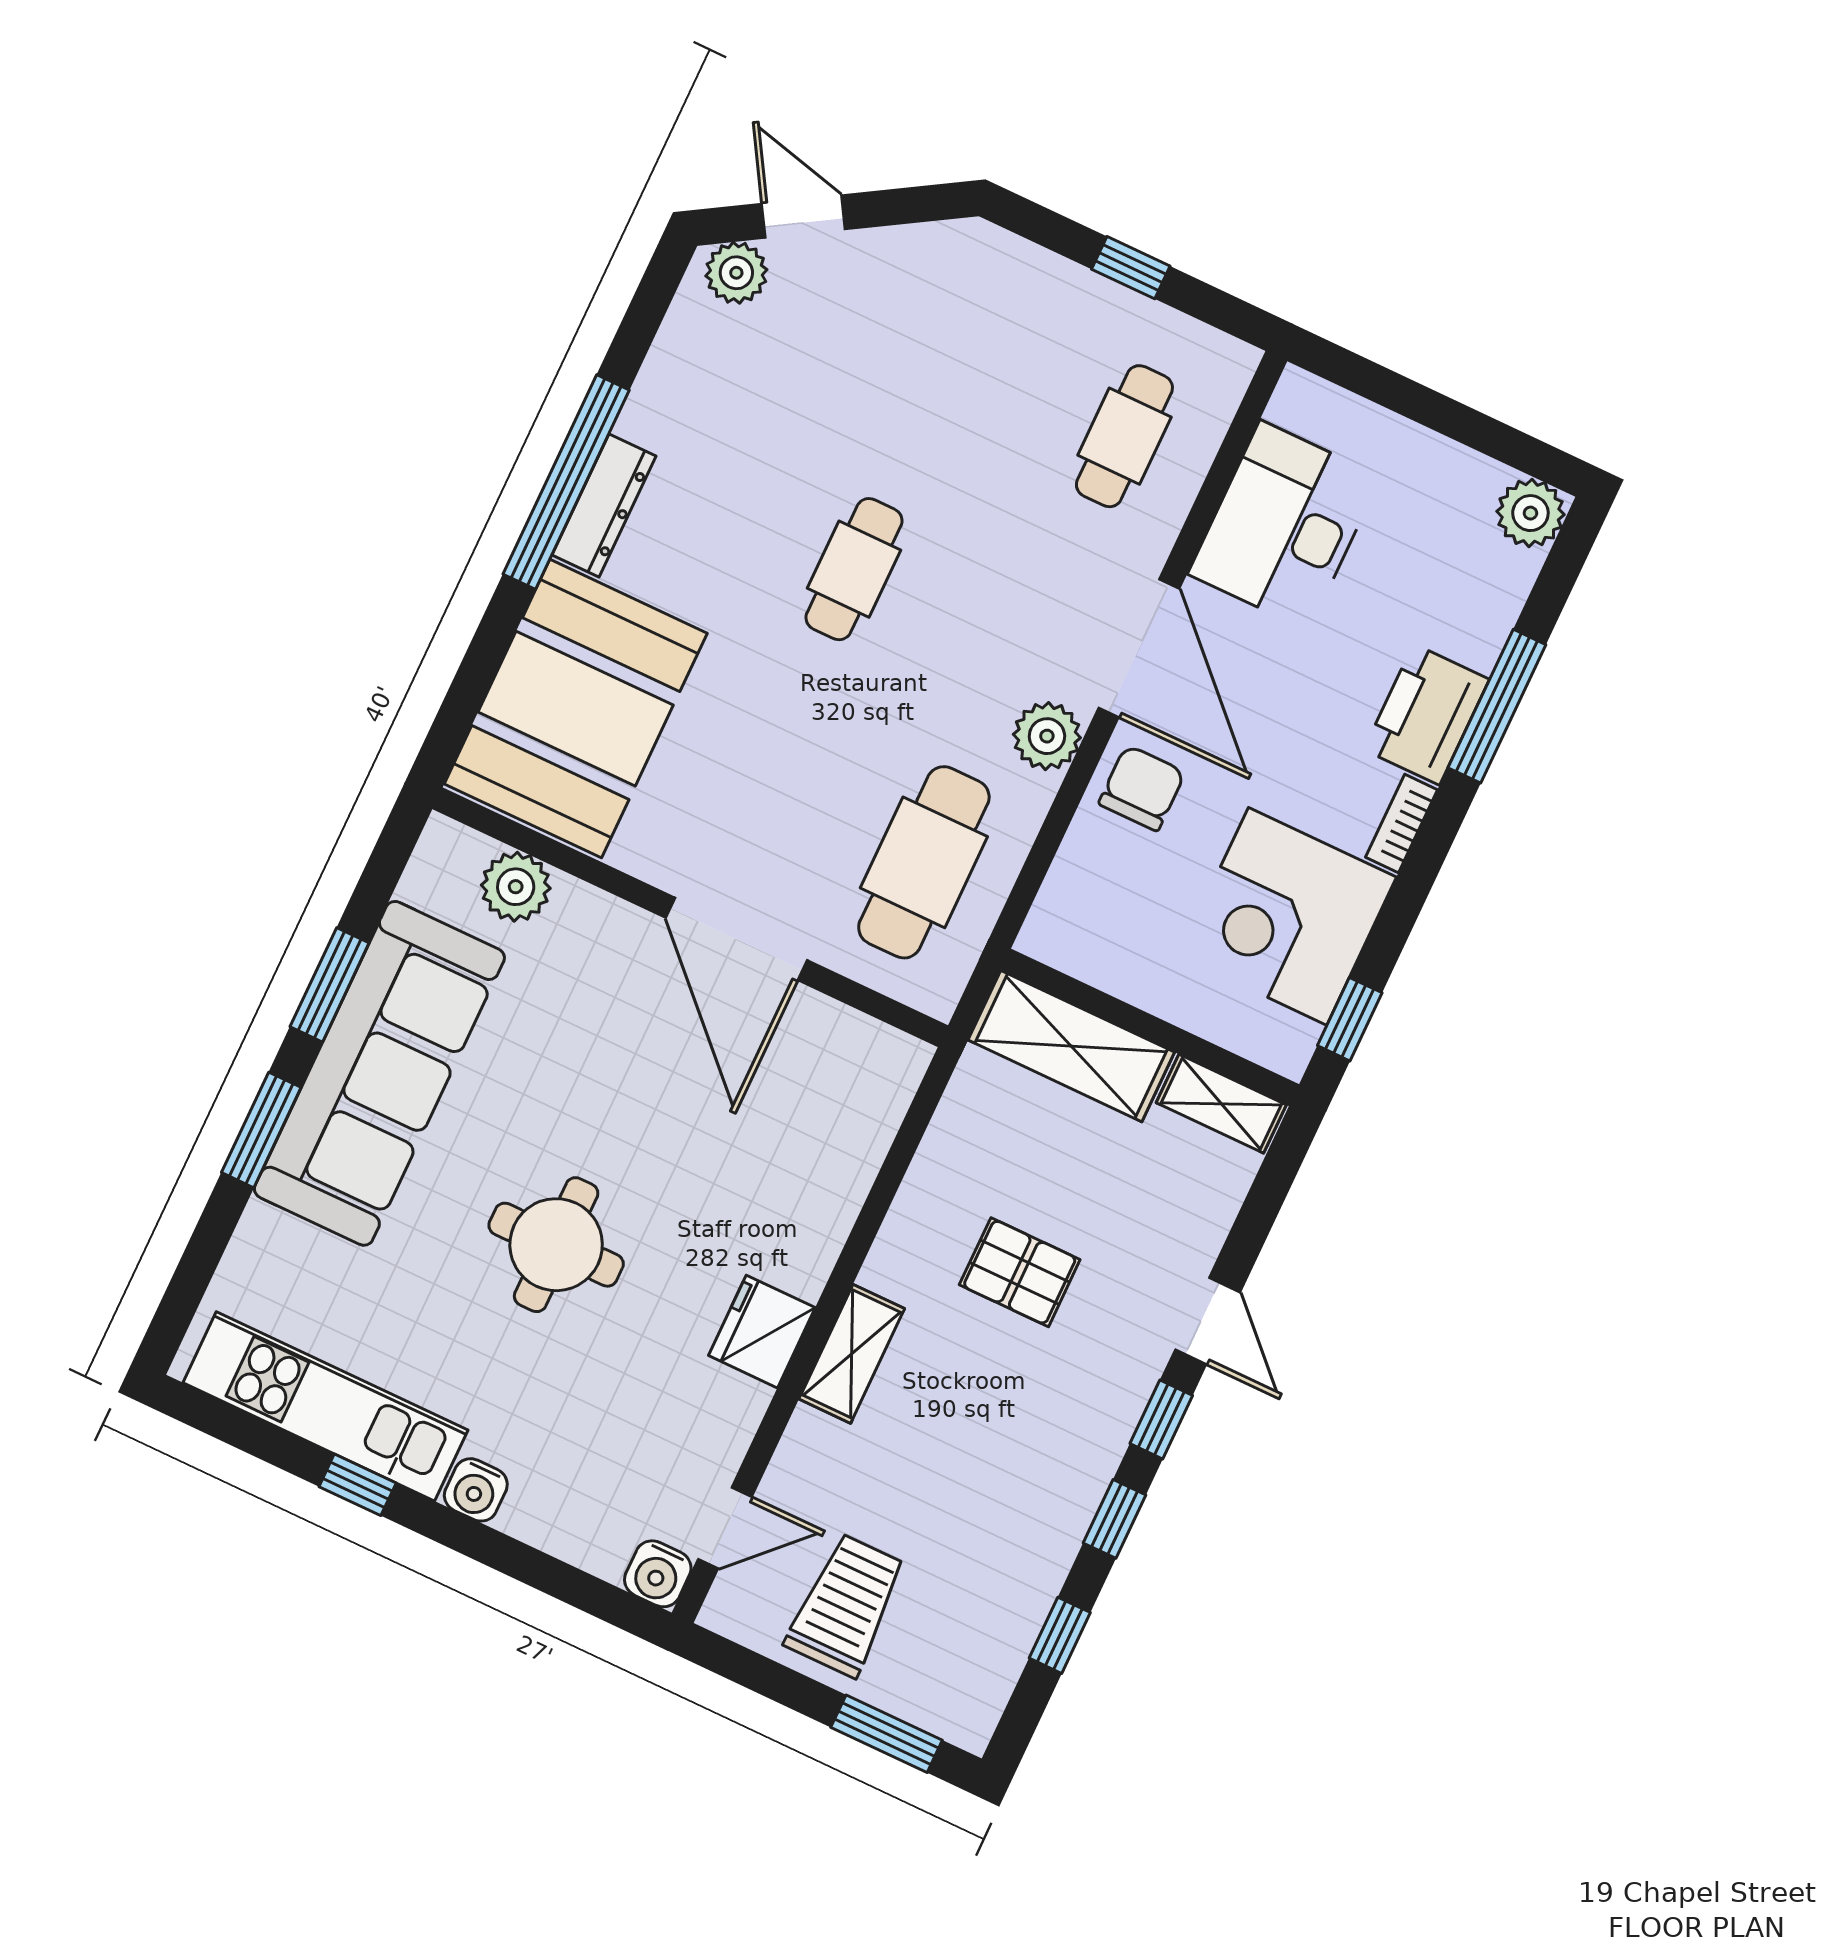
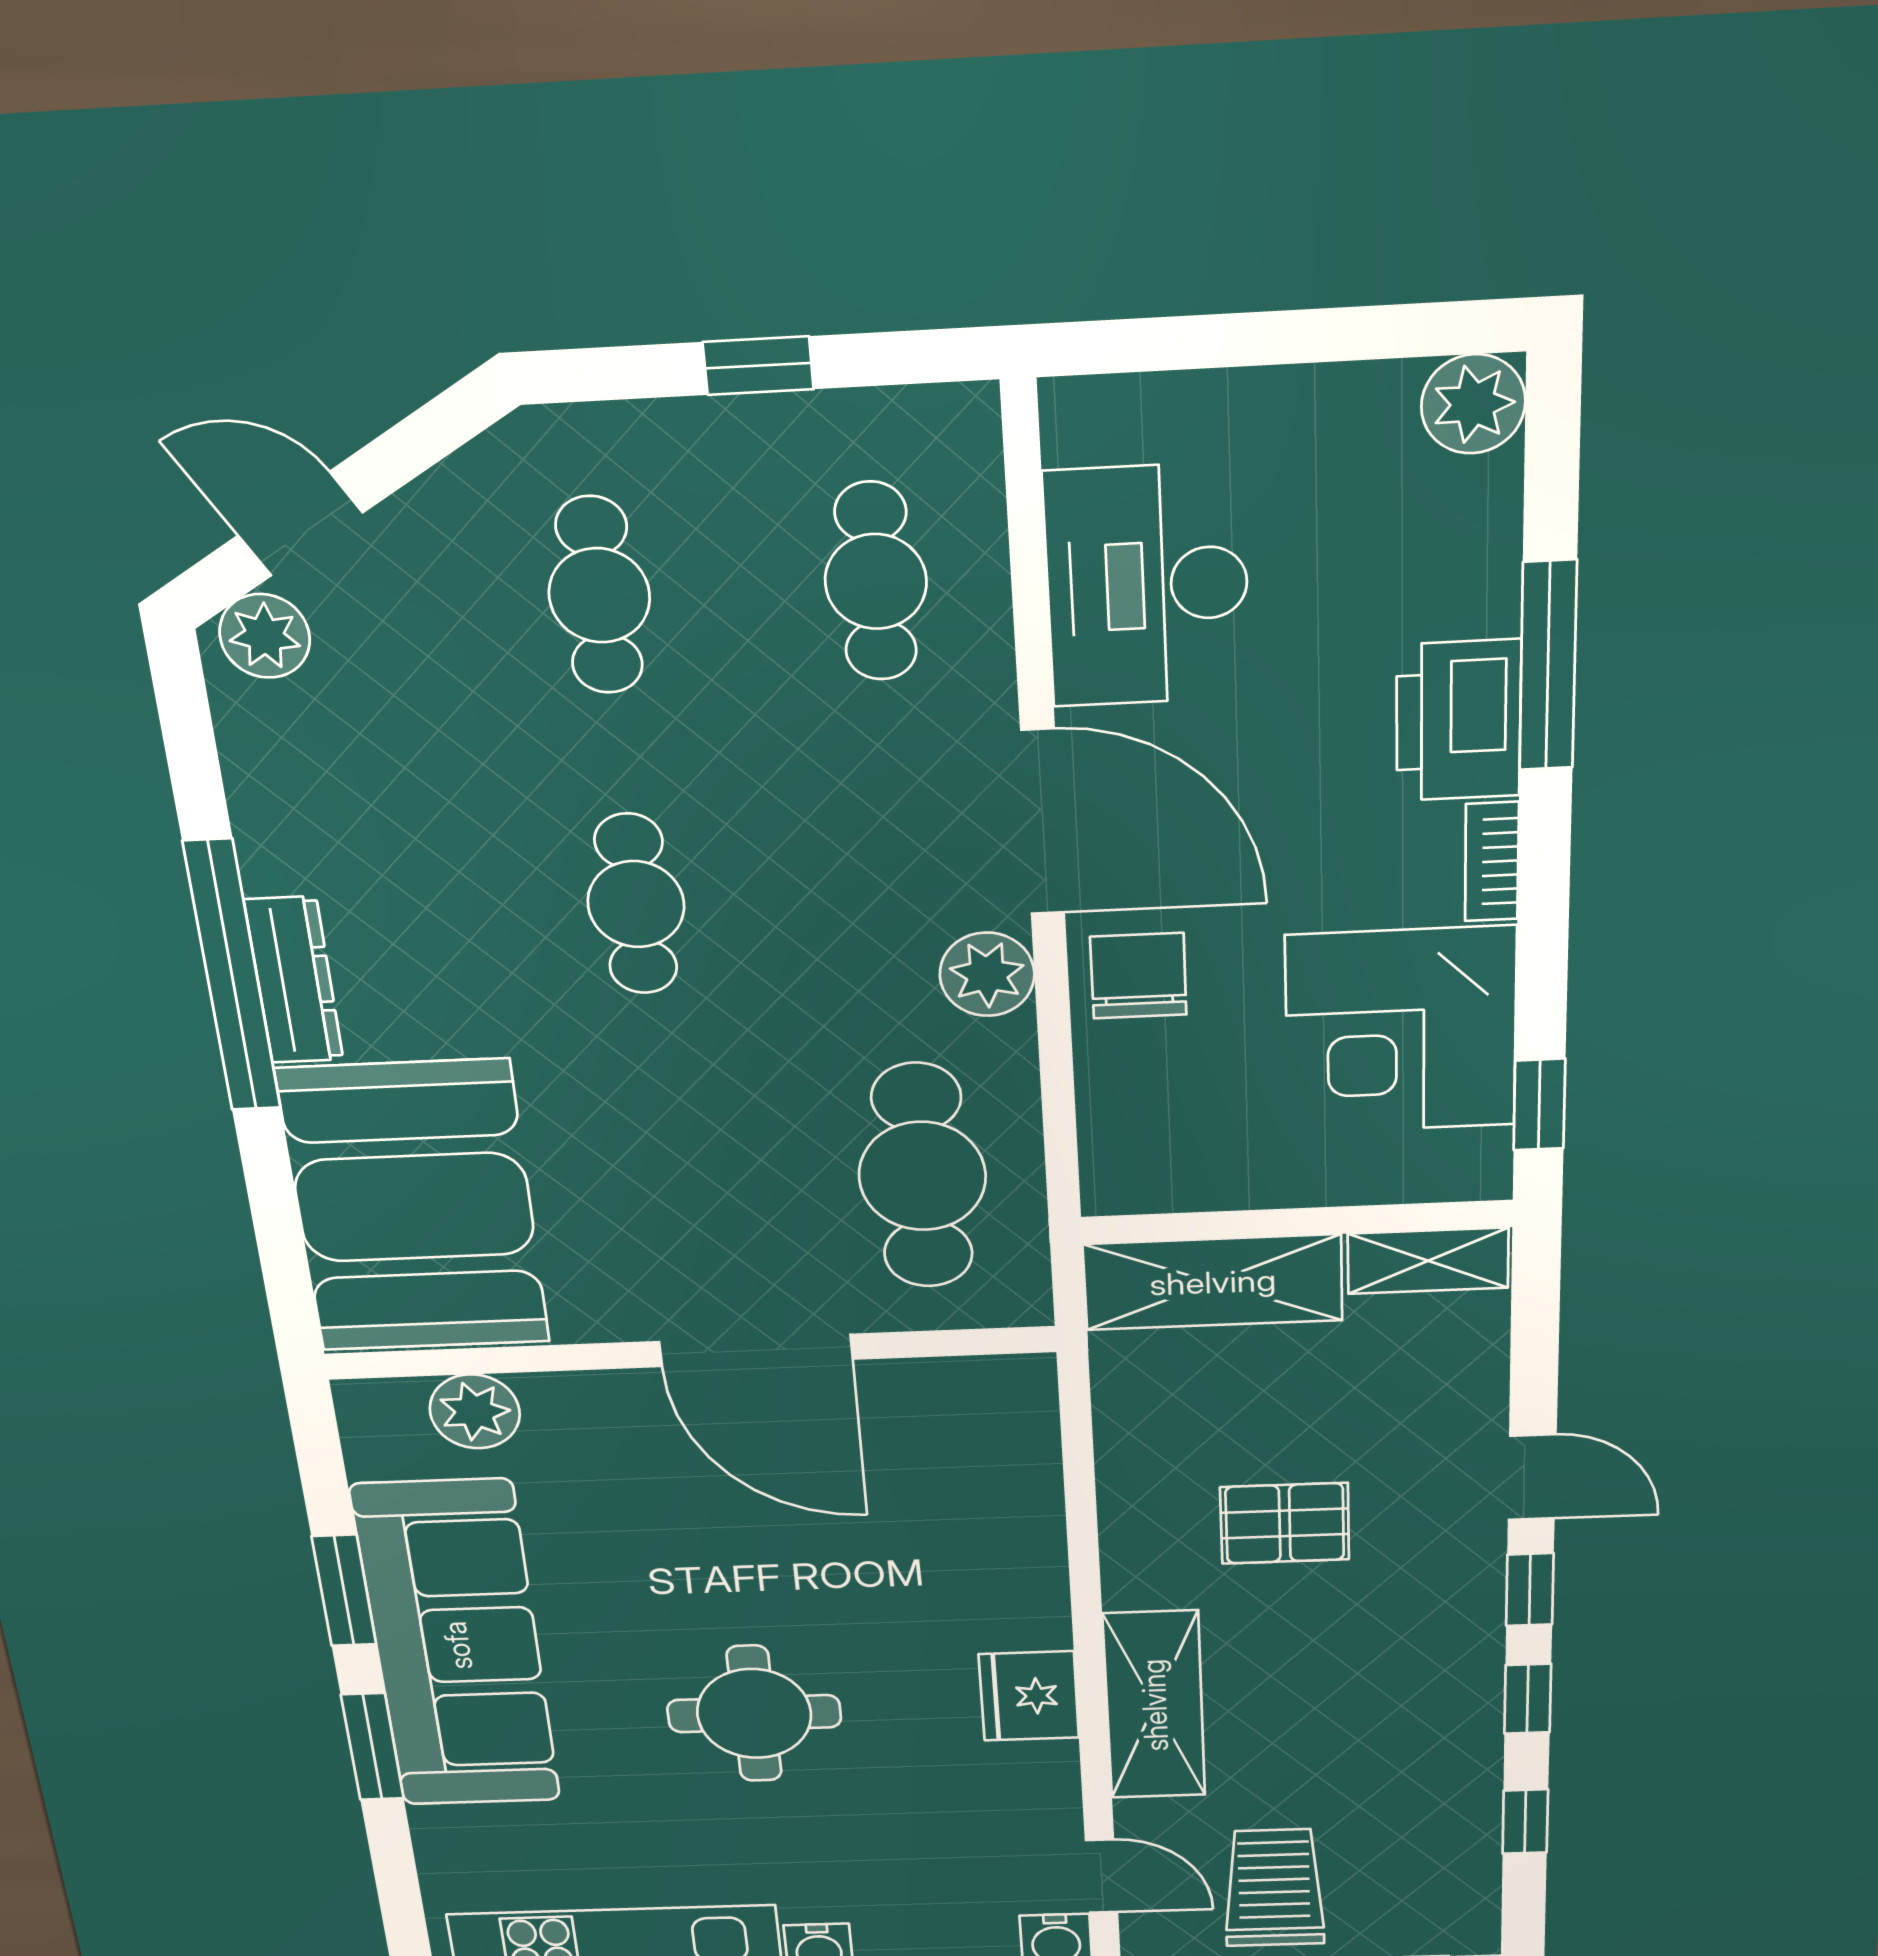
cafe table: (954, 356) -> (599, 595), added
shelving: (852, 1354) -> (1154, 1705), width x1.50, depth x1.33
door: (725, 1528) -> (1102, 1876), hinge flipped

